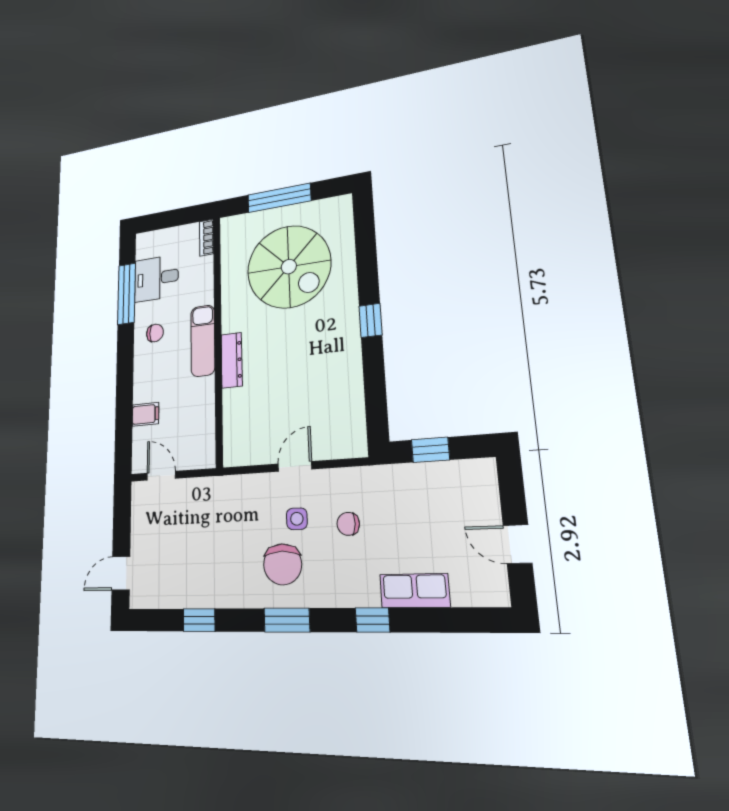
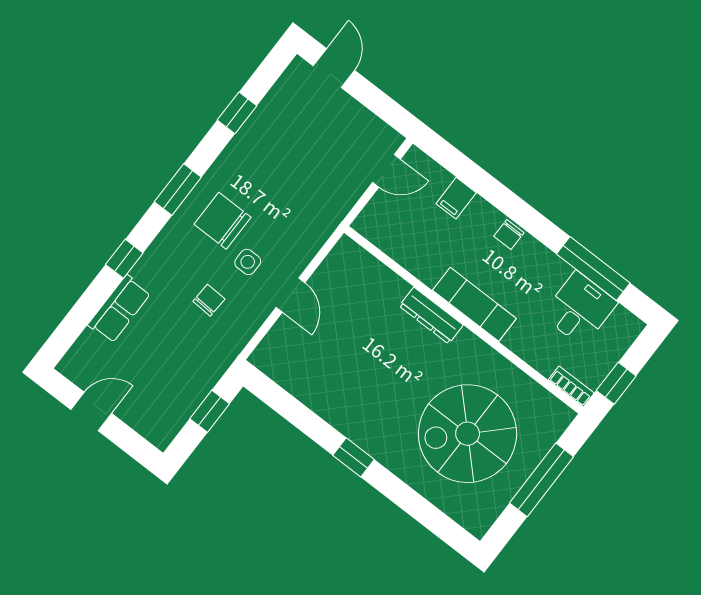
window: (184, 216) -> (616, 383), added
chair: (155, 333) -> (509, 235), moved

